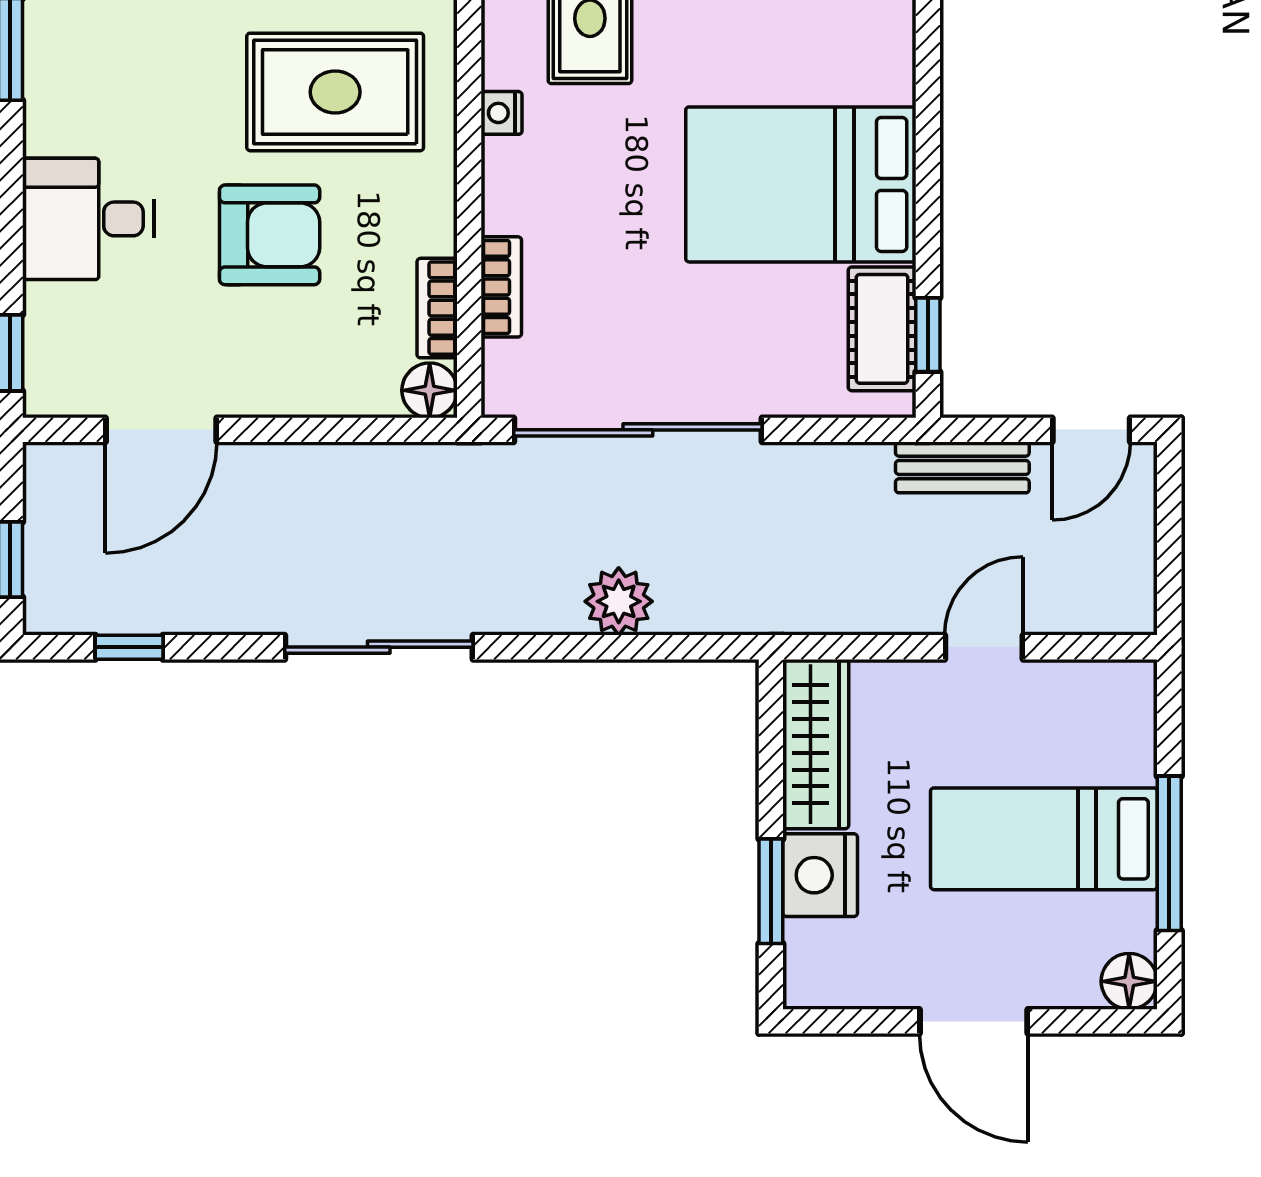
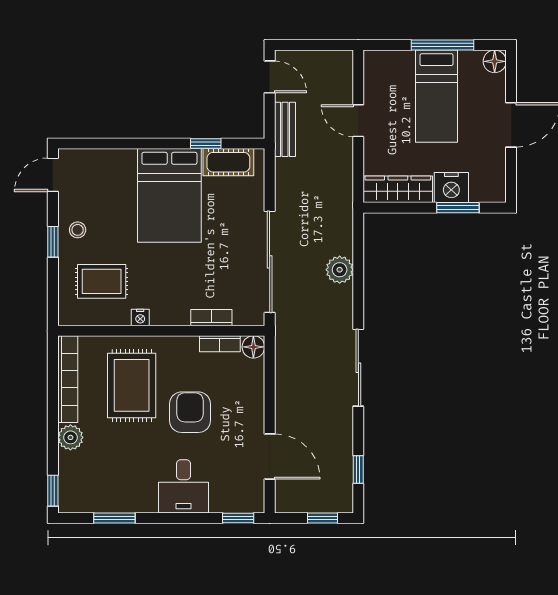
window: (928, 335) -> (206, 144), moved

